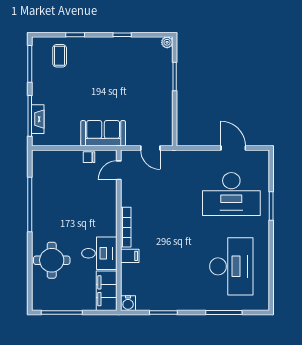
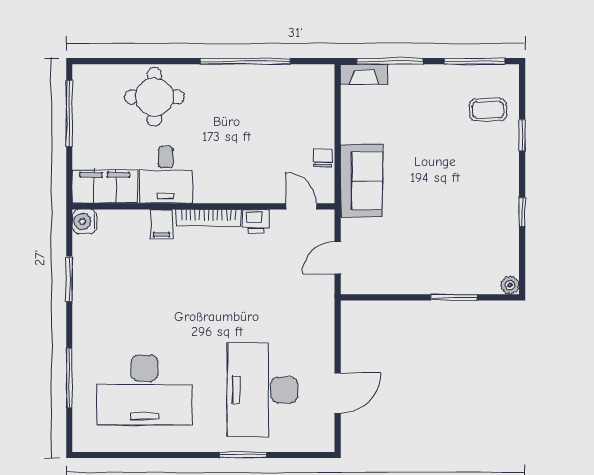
fireplace: (38, 119) -> (364, 74), moved
printer: (128, 198) -> (256, 221), added

